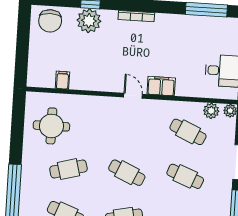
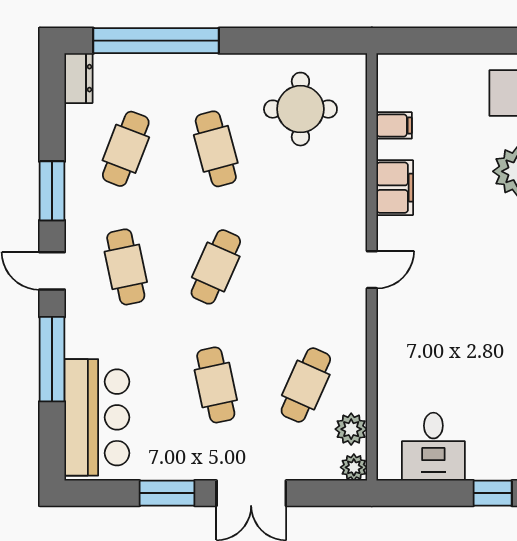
filing cabinet: (161, 86) -> (395, 188), moved
cafe table: (185, 176) -> (216, 385), turned -33

